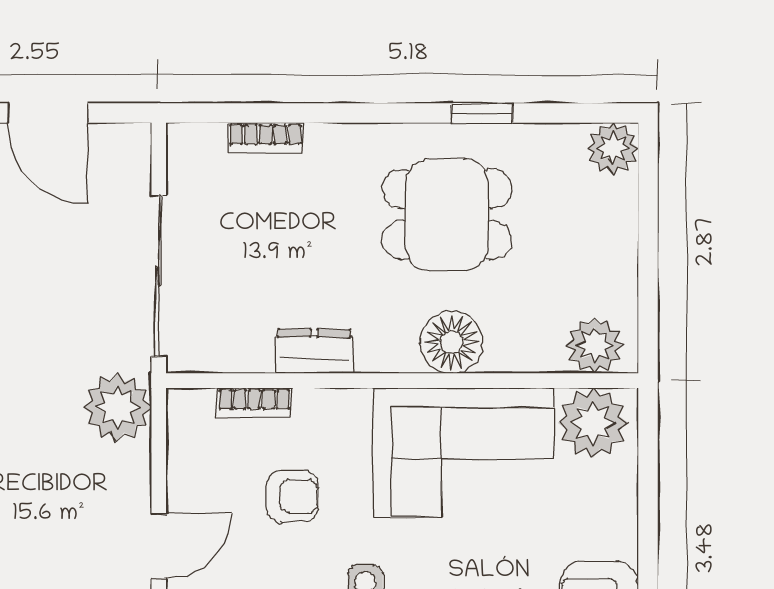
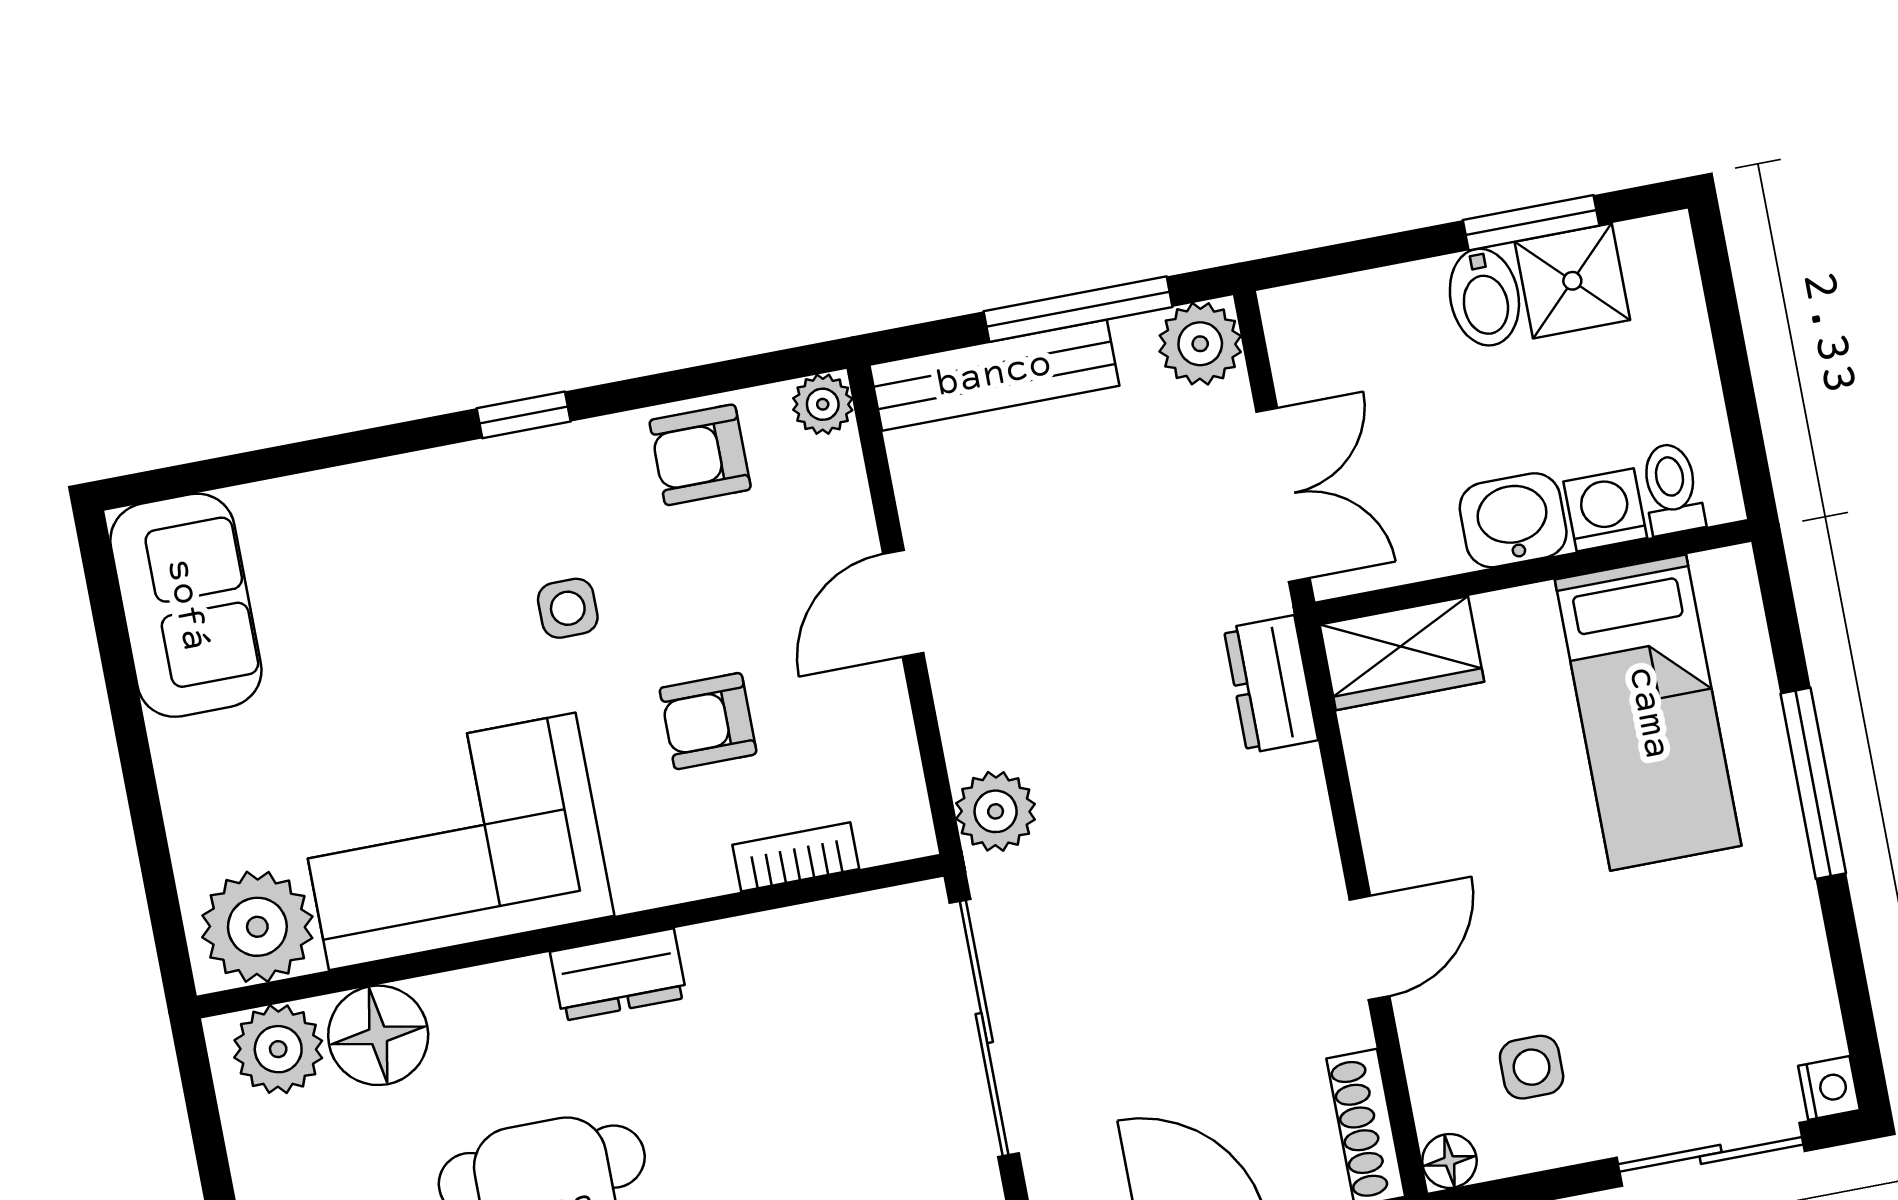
floor lamp: (451, 342) -> (378, 1035), moved
dresser: (314, 351) -> (618, 975), moved
plant: (117, 407) -> (996, 811), width x0.73, depth x0.73

